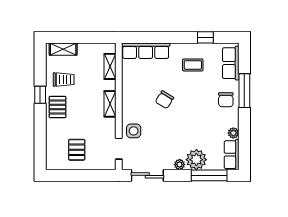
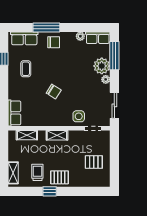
row of seats: (146, 51) -> (14, 113), width x0.68

